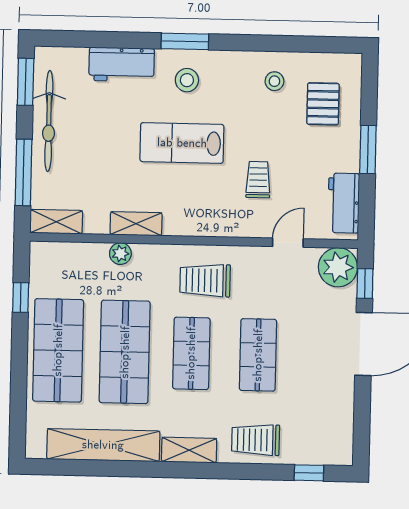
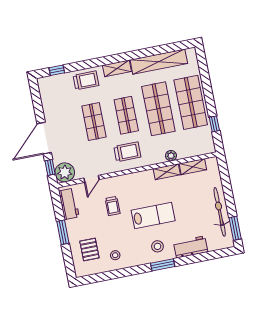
window: (23, 172) -> (226, 184), removed
shelving: (56, 222) -> (193, 167), moved

